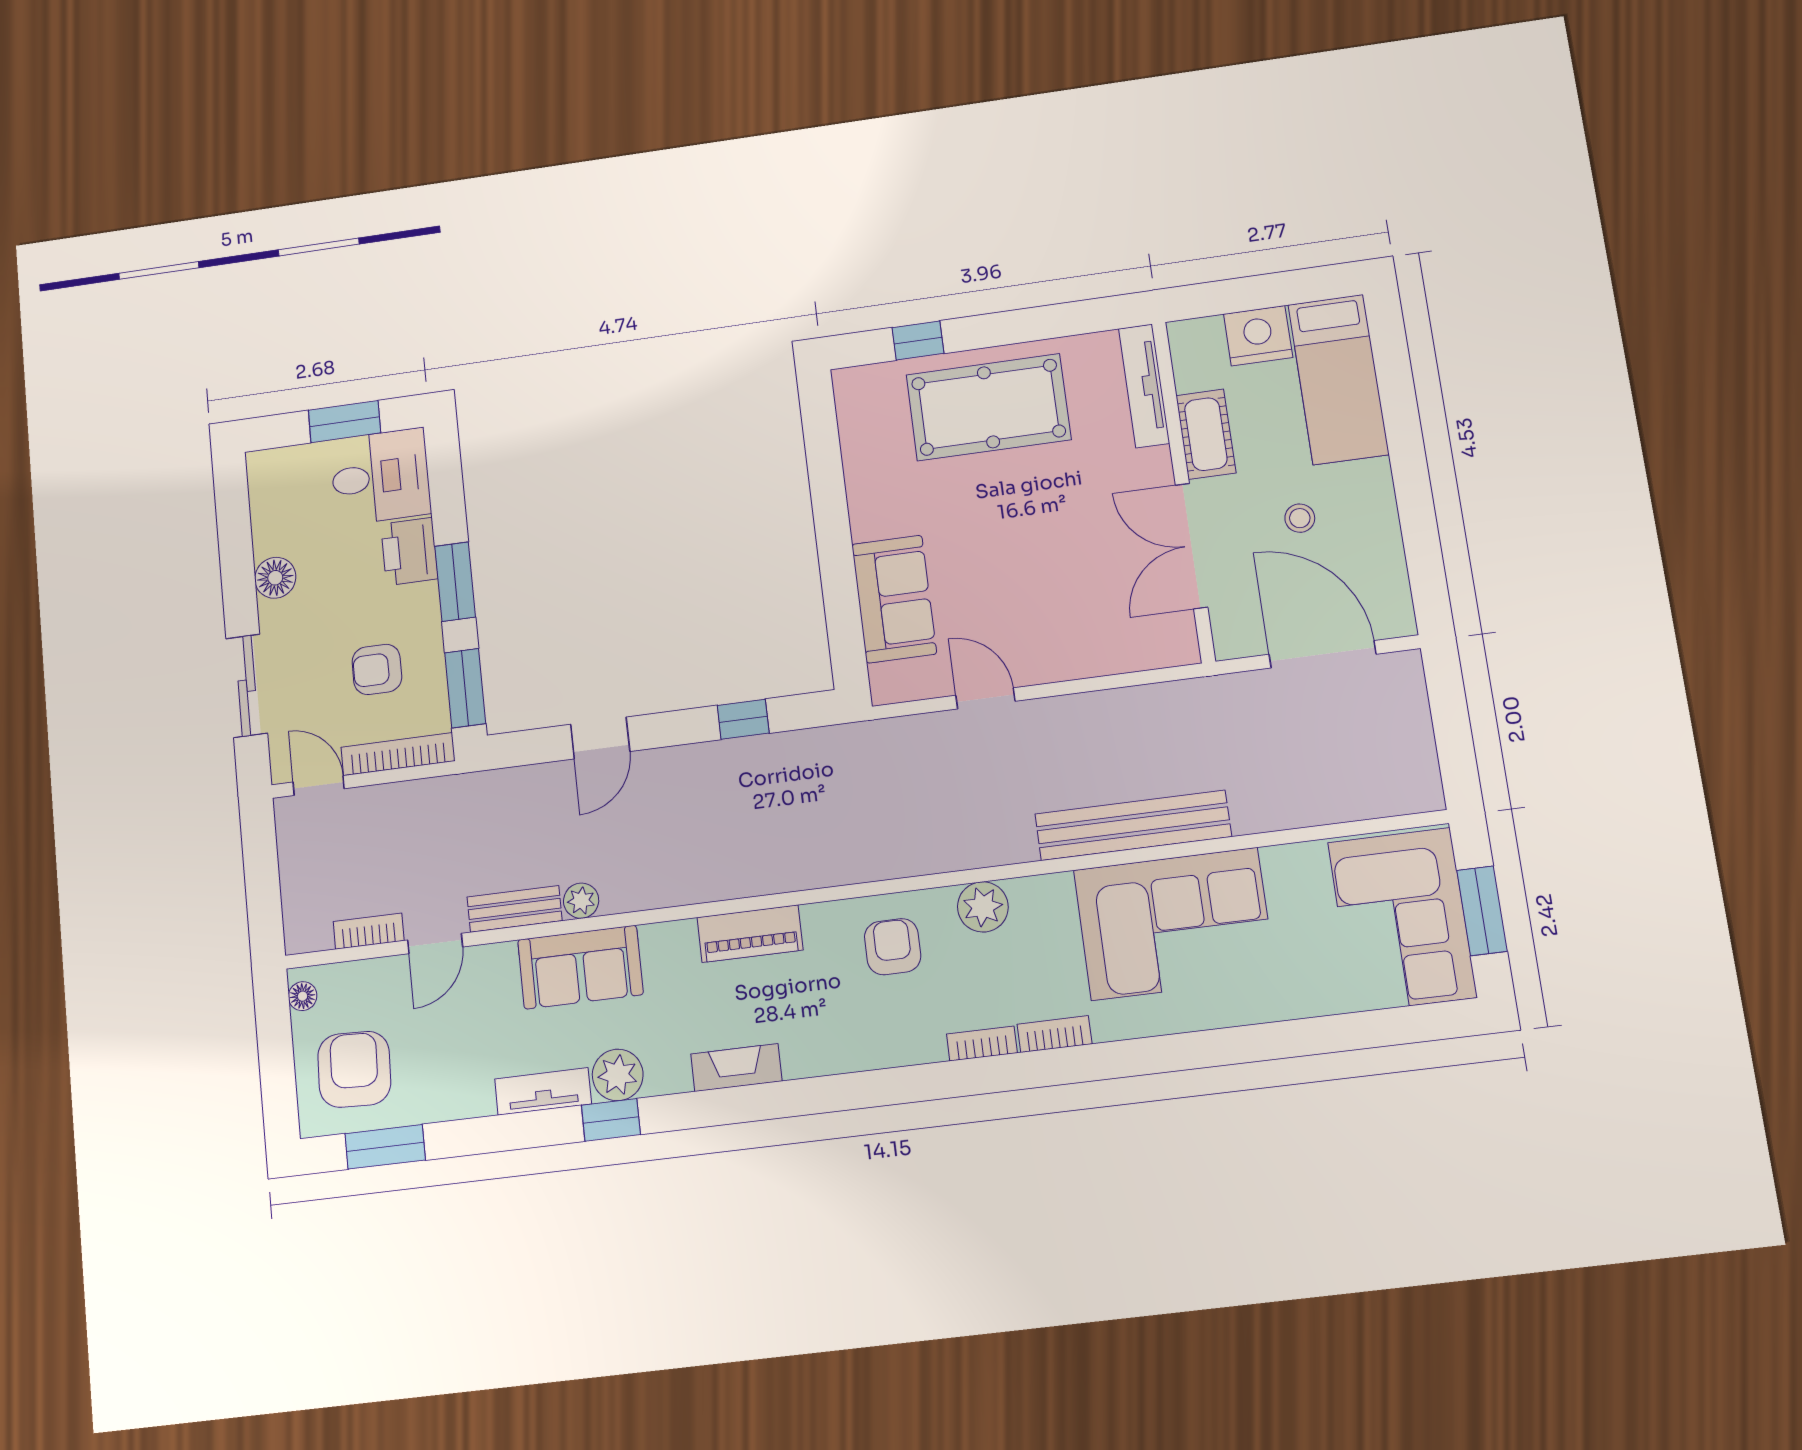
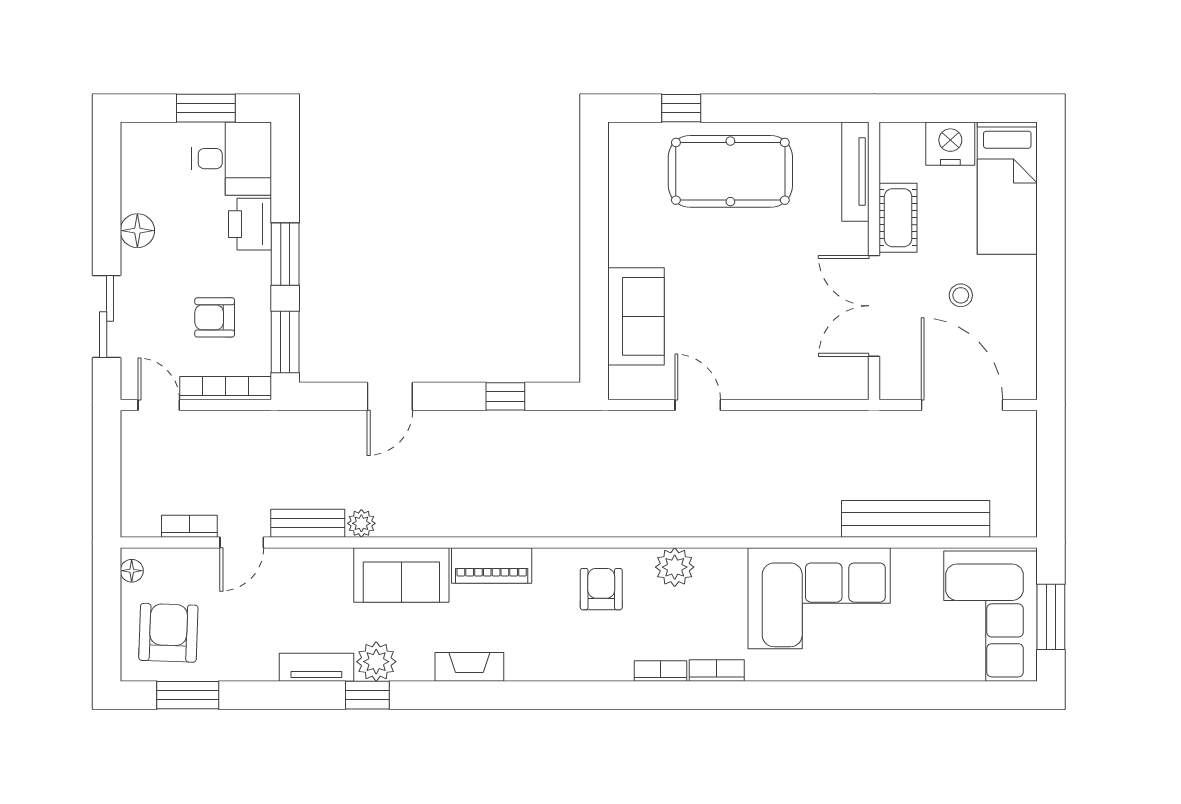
bench: (1133, 825) -> (916, 519), moved
sofa: (580, 967) -> (401, 575), moved

